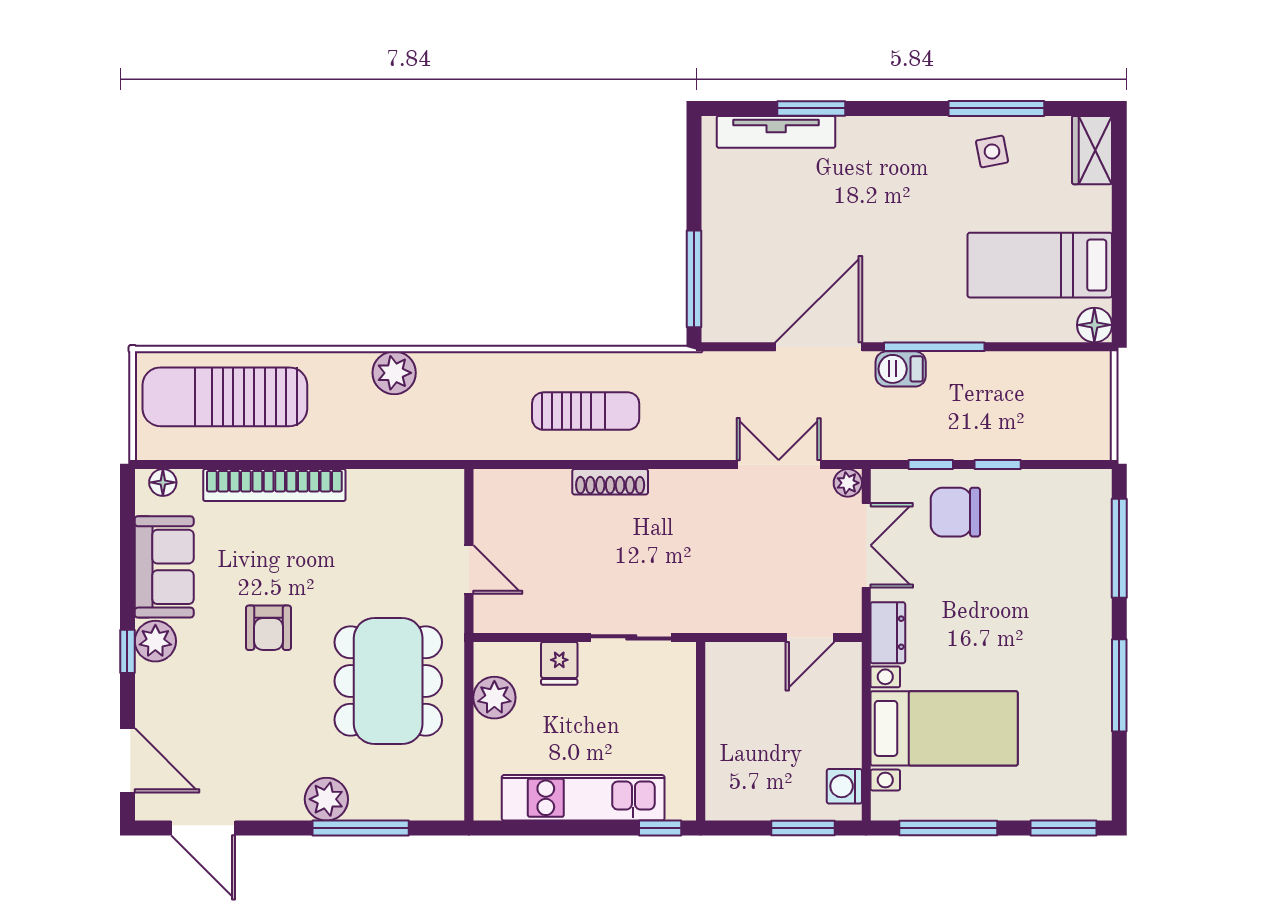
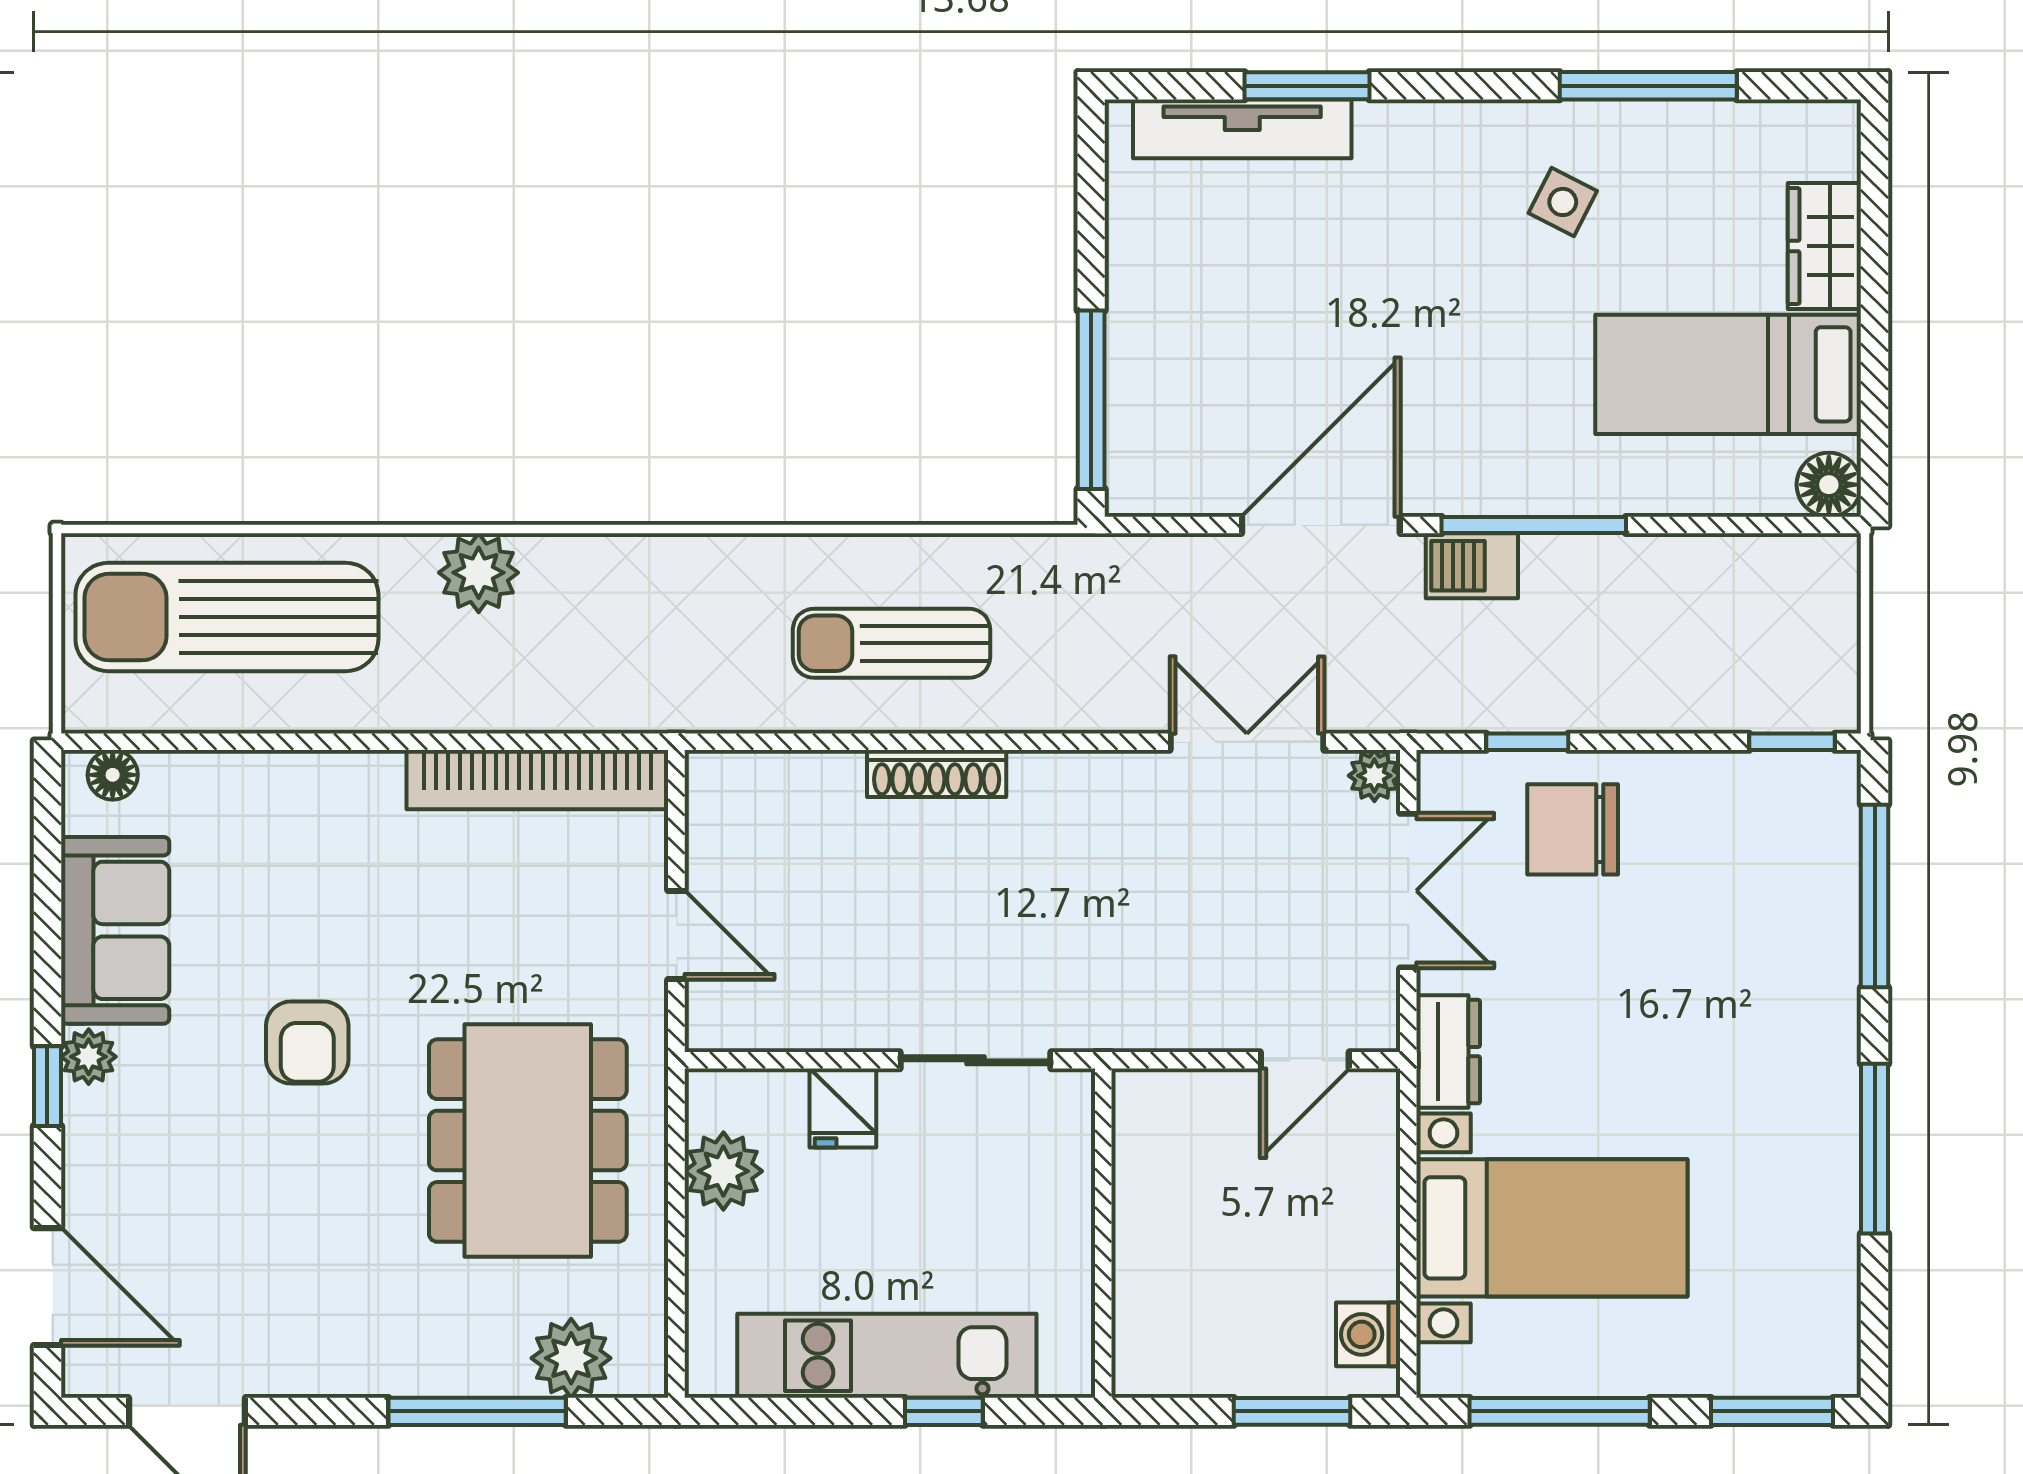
wardrobe: (1092, 150) -> (1824, 246), moved
side table: (992, 151) -> (1563, 202), moved, turned 38
plant: (394, 373) -> (479, 573), moved
sun lounger: (586, 411) -> (892, 643), turned 180
window: (998, 465) -> (1792, 742), moved
bookcase: (274, 485) -> (537, 780), moved
plant: (155, 641) -> (89, 1057), width x0.73, depth x0.73
plant: (326, 799) -> (571, 1358), moved
window: (660, 828) -> (944, 1411), moved

